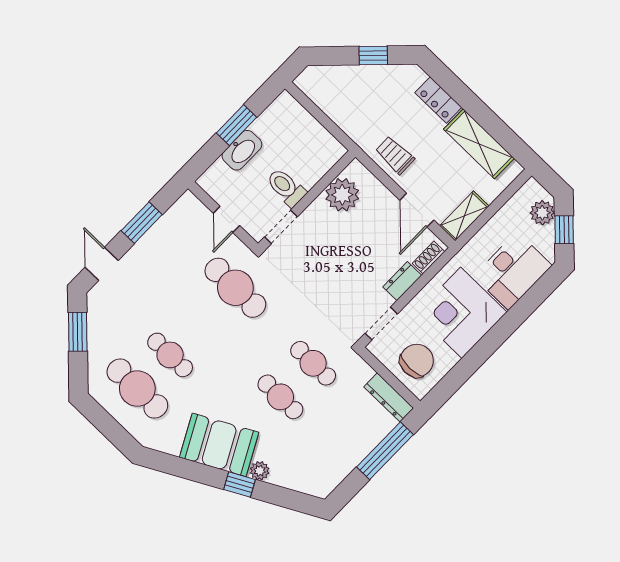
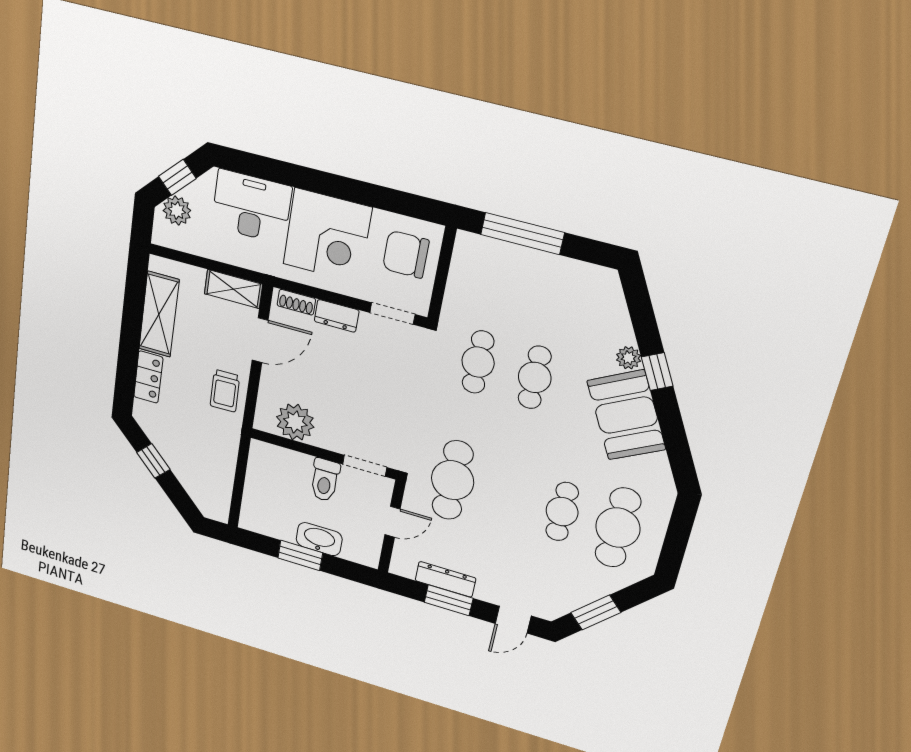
dresser: (389, 397) -> (445, 579), moved, turned -90

